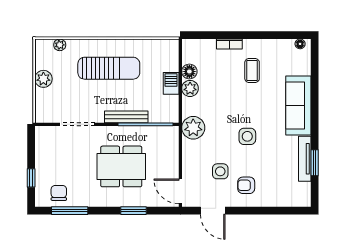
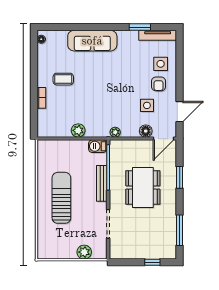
plant: (60, 45) -> (42, 239), removed
floor lamp: (189, 72) -> (146, 131), moved
plant: (43, 79) -> (84, 252), moved
barbecue: (171, 83) -> (98, 146), moved
plant: (193, 128) -> (115, 132), width x0.53, depth x0.53
side table: (247, 136) -> (161, 64), moved
tv unit: (305, 159) -> (158, 35), moved
chair: (59, 193) -> (165, 239), removed

